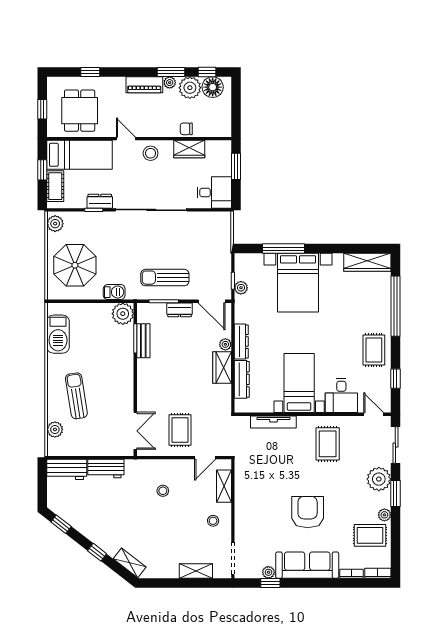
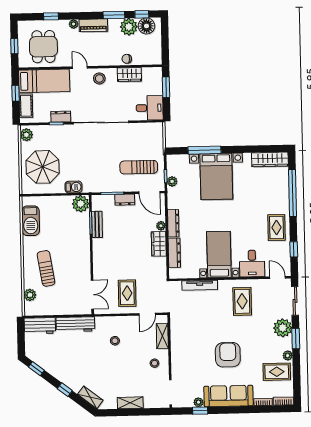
plant: (170, 83) -> (74, 24), moved
sun lounger: (165, 278) -> (139, 167), moved
workbench: (106, 468) -> (75, 324), width x1.38
shelving: (196, 571) -> (130, 403), moved

